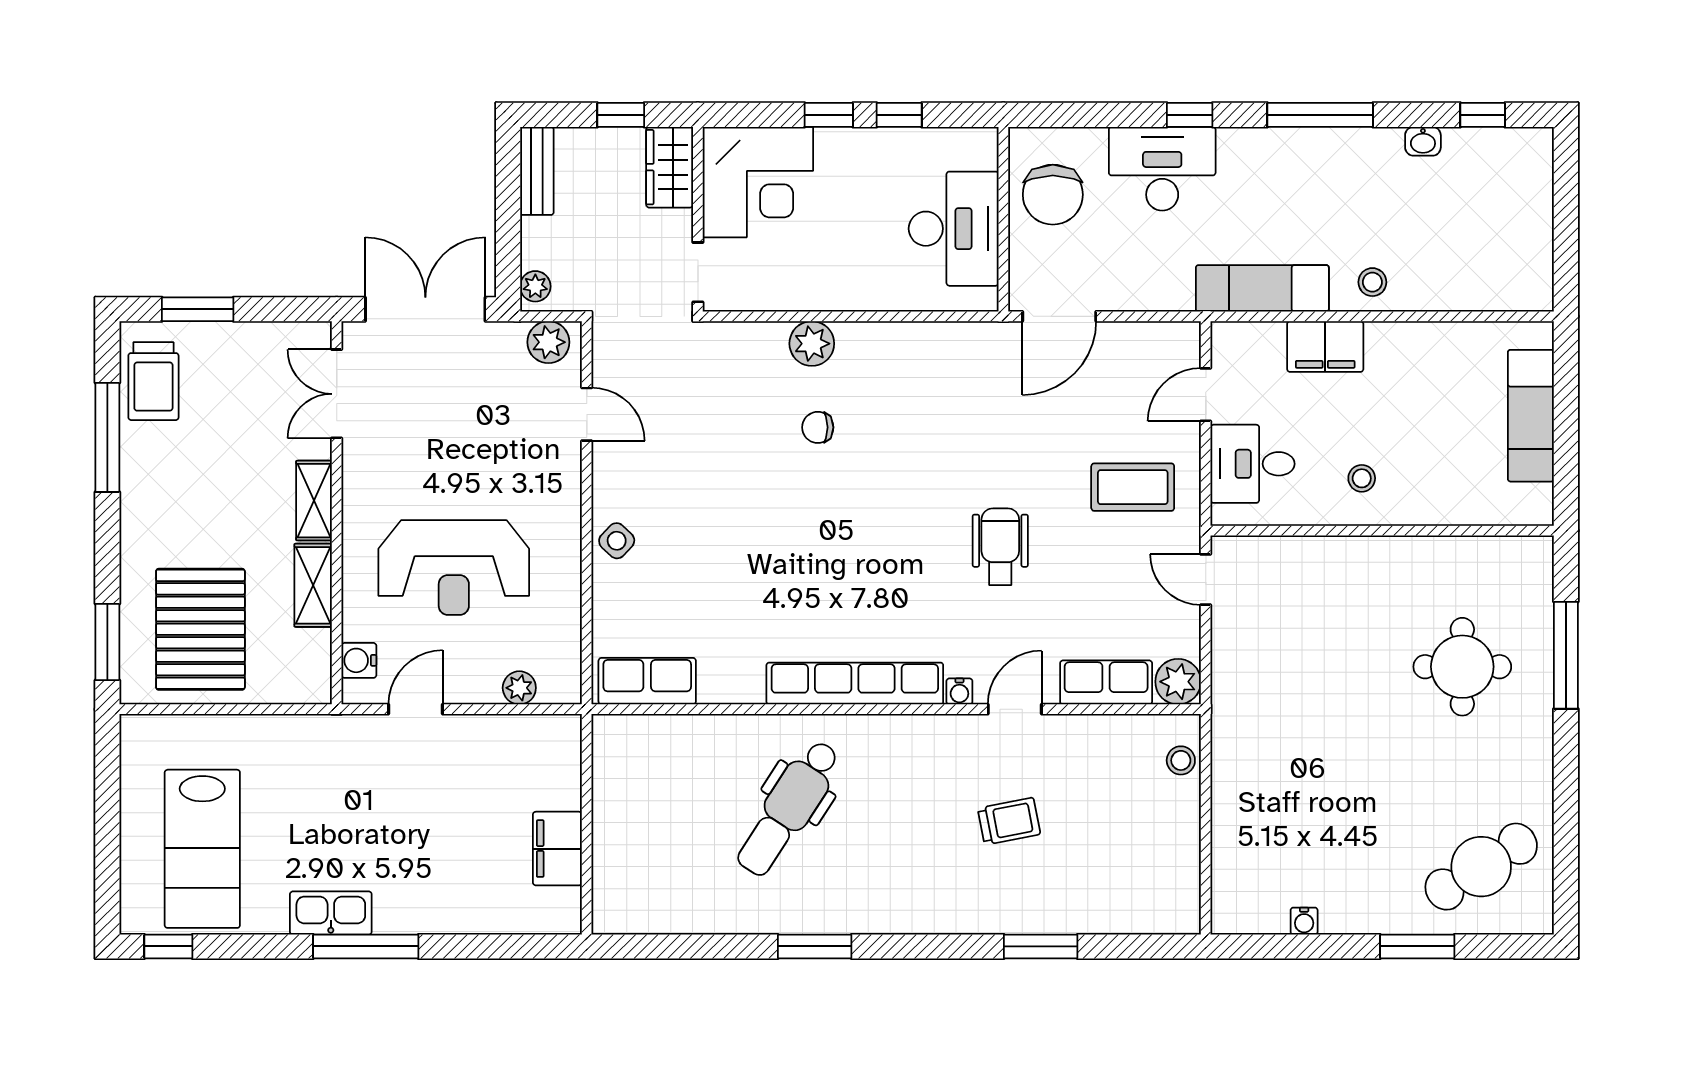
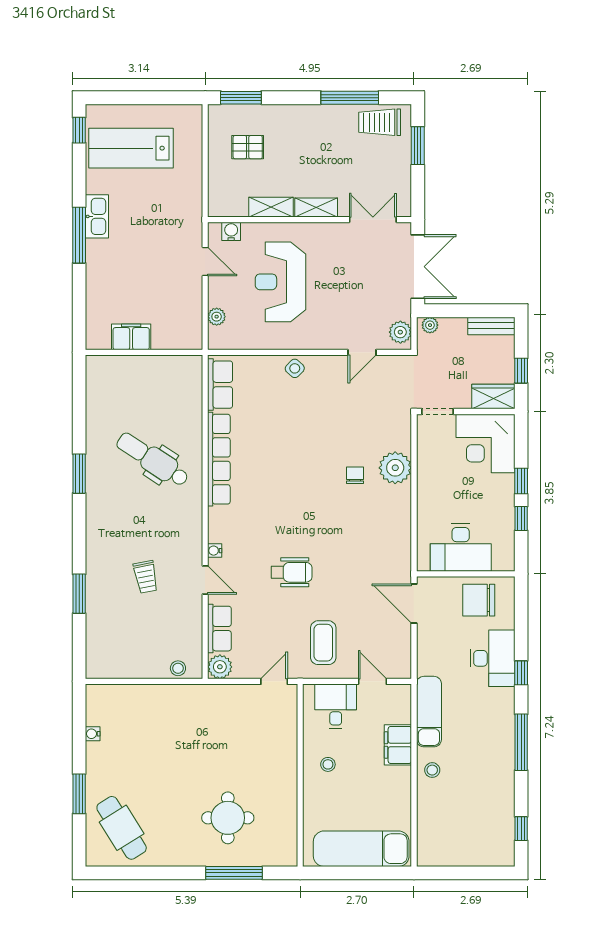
washbasin: (1423, 141) -> (507, 797), removed
plant: (812, 344) -> (395, 468), width x1.36, depth x1.36
exam couch: (1531, 416) -> (361, 849), width x1.36, depth x1.45
pallet: (200, 629) -> (248, 147), width x0.49, depth x0.50
row of seats: (855, 683) -> (219, 459), moved

